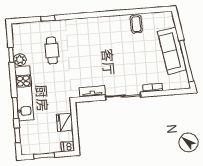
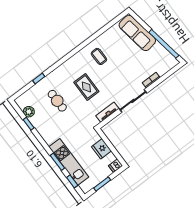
coffee table: (136, 24) -> (99, 56), moved
sofa: (172, 51) -> (137, 33), moved
rug: (88, 55) -> (86, 87), added
plant: (20, 60) -> (29, 112), moved
kitchen unit: (24, 94) -> (69, 162), moved

